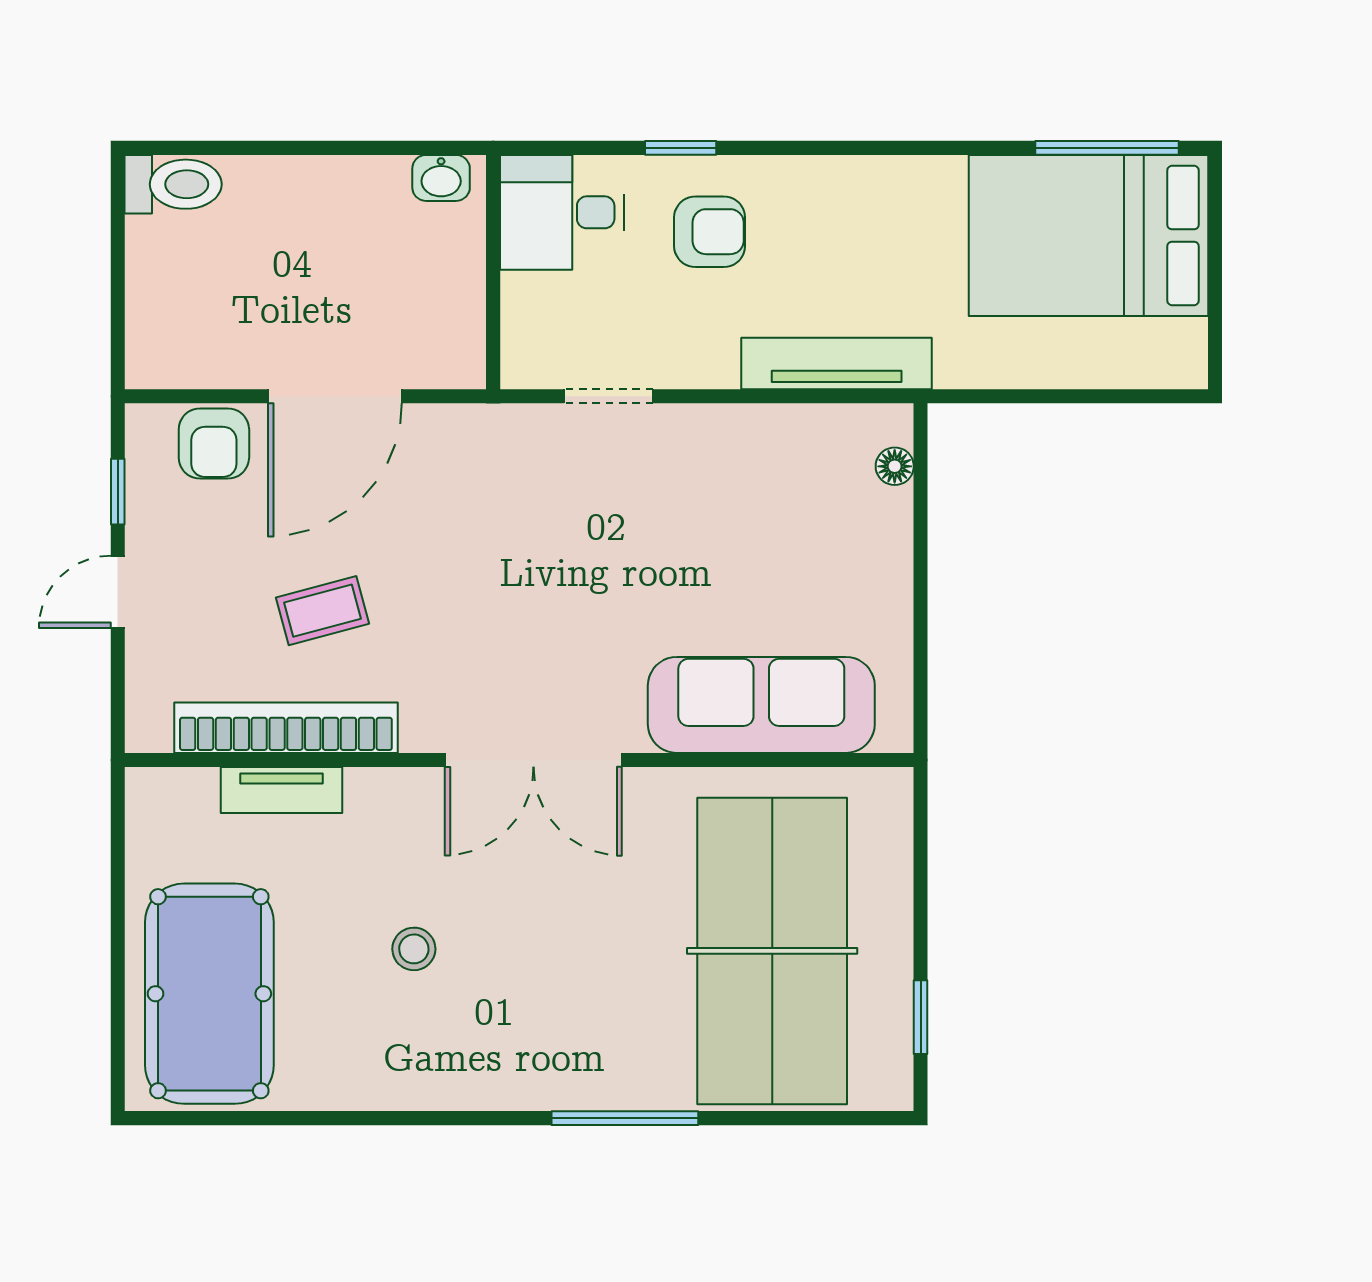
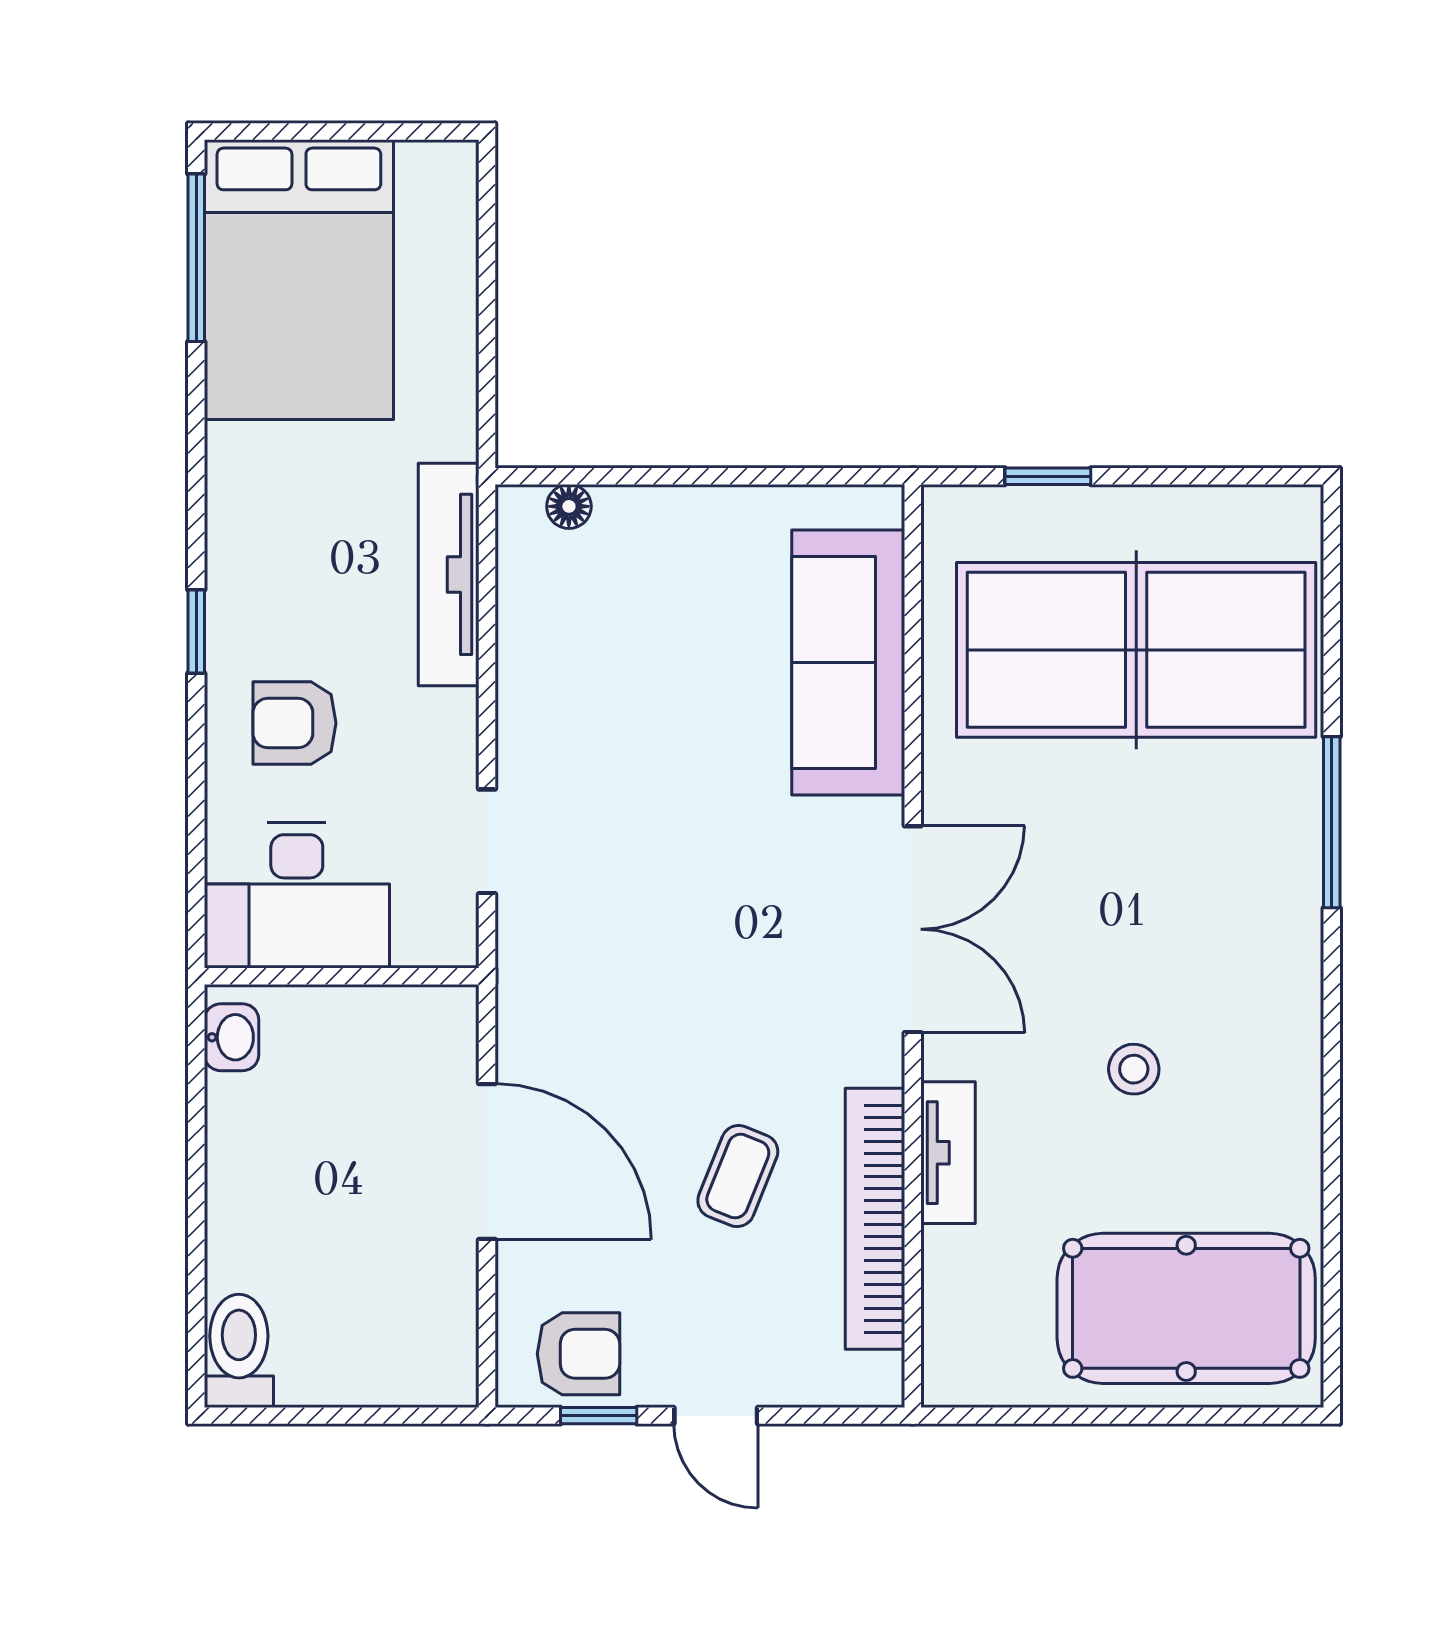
window: (681, 148) -> (196, 632), moved
desk: (562, 212) -> (297, 896), width x1.37
armchair: (710, 232) -> (294, 723), turned -90
armchair: (214, 443) -> (578, 1354), moved
coffee table: (322, 611) -> (738, 1176), turned 37
tv unit: (282, 790) -> (948, 1153), moved
window: (921, 1017) -> (1048, 476), moved

